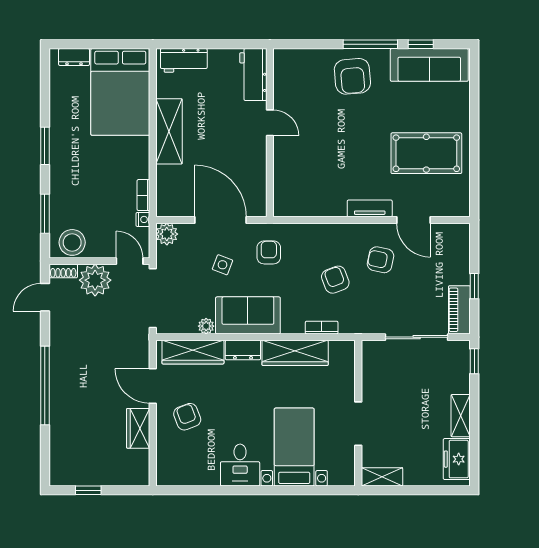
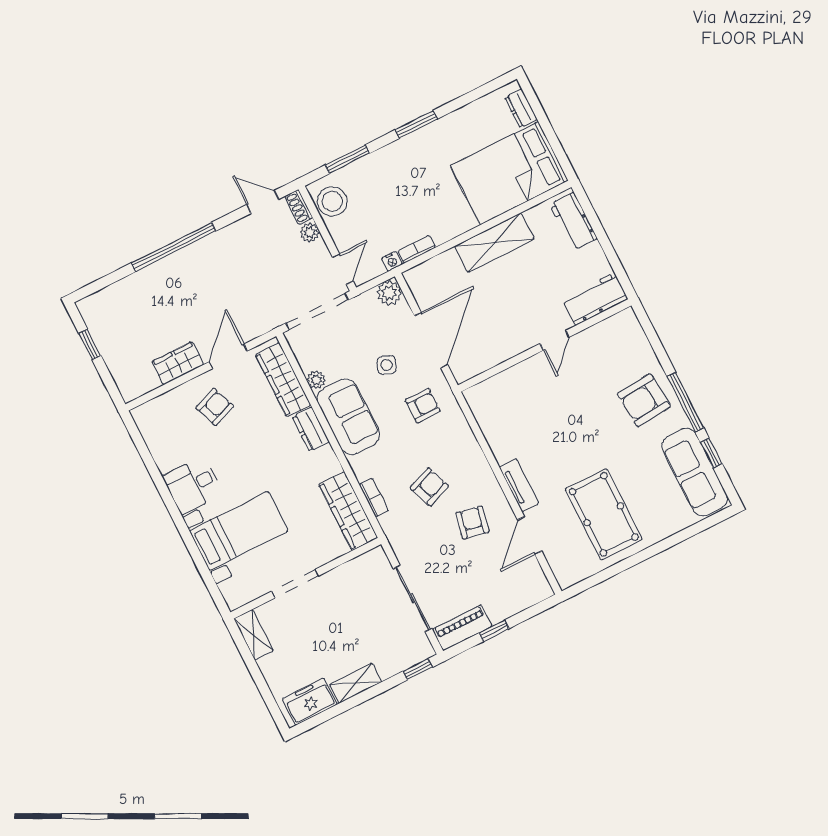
plant: (95, 280) -> (310, 232), width x0.53, depth x0.53
wardrobe: (295, 353) -> (348, 511), moved

